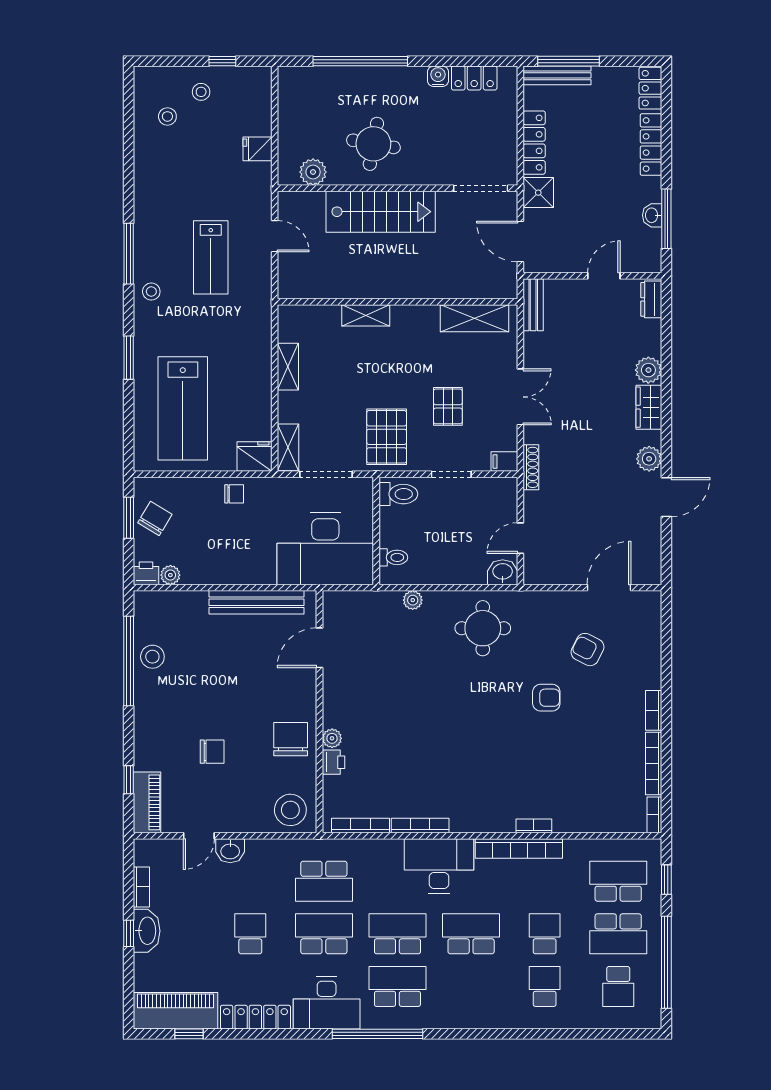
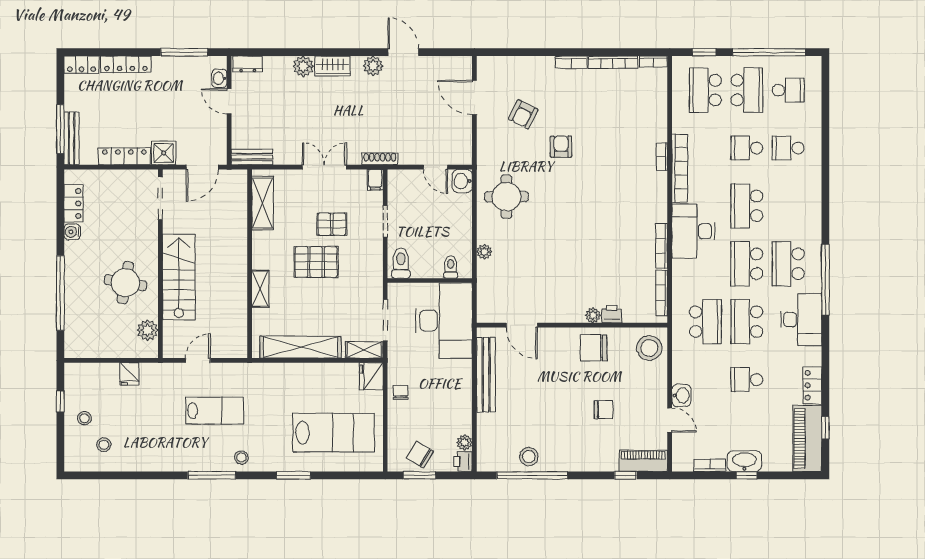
washbasin: (652, 215) -> (219, 78), moved, turned 90
shelving: (288, 367) -> (301, 347), width x2.20, depth x1.33
pallet: (387, 437) -> (316, 262), moved
chair: (212, 752) -> (603, 410), turned 90
locker: (255, 1017) -> (812, 385), width x0.66

